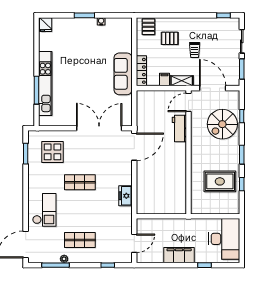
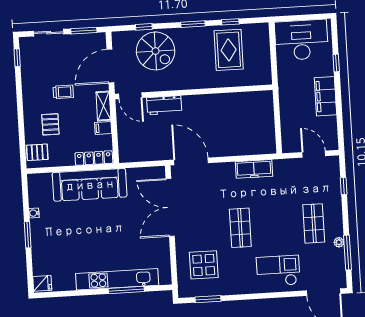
sofa: (123, 74) -> (90, 185), width x1.36, depth x1.27
freezer: (125, 196) -> (254, 169), width x1.40

